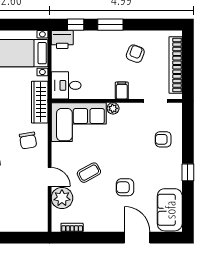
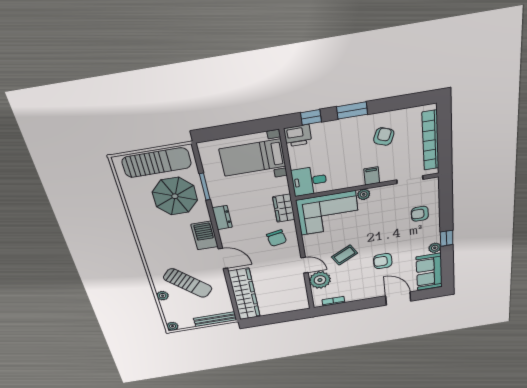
wardrobe: (40, 102) -> (284, 208), width x0.67
plant: (176, 181) -> (435, 248), added

